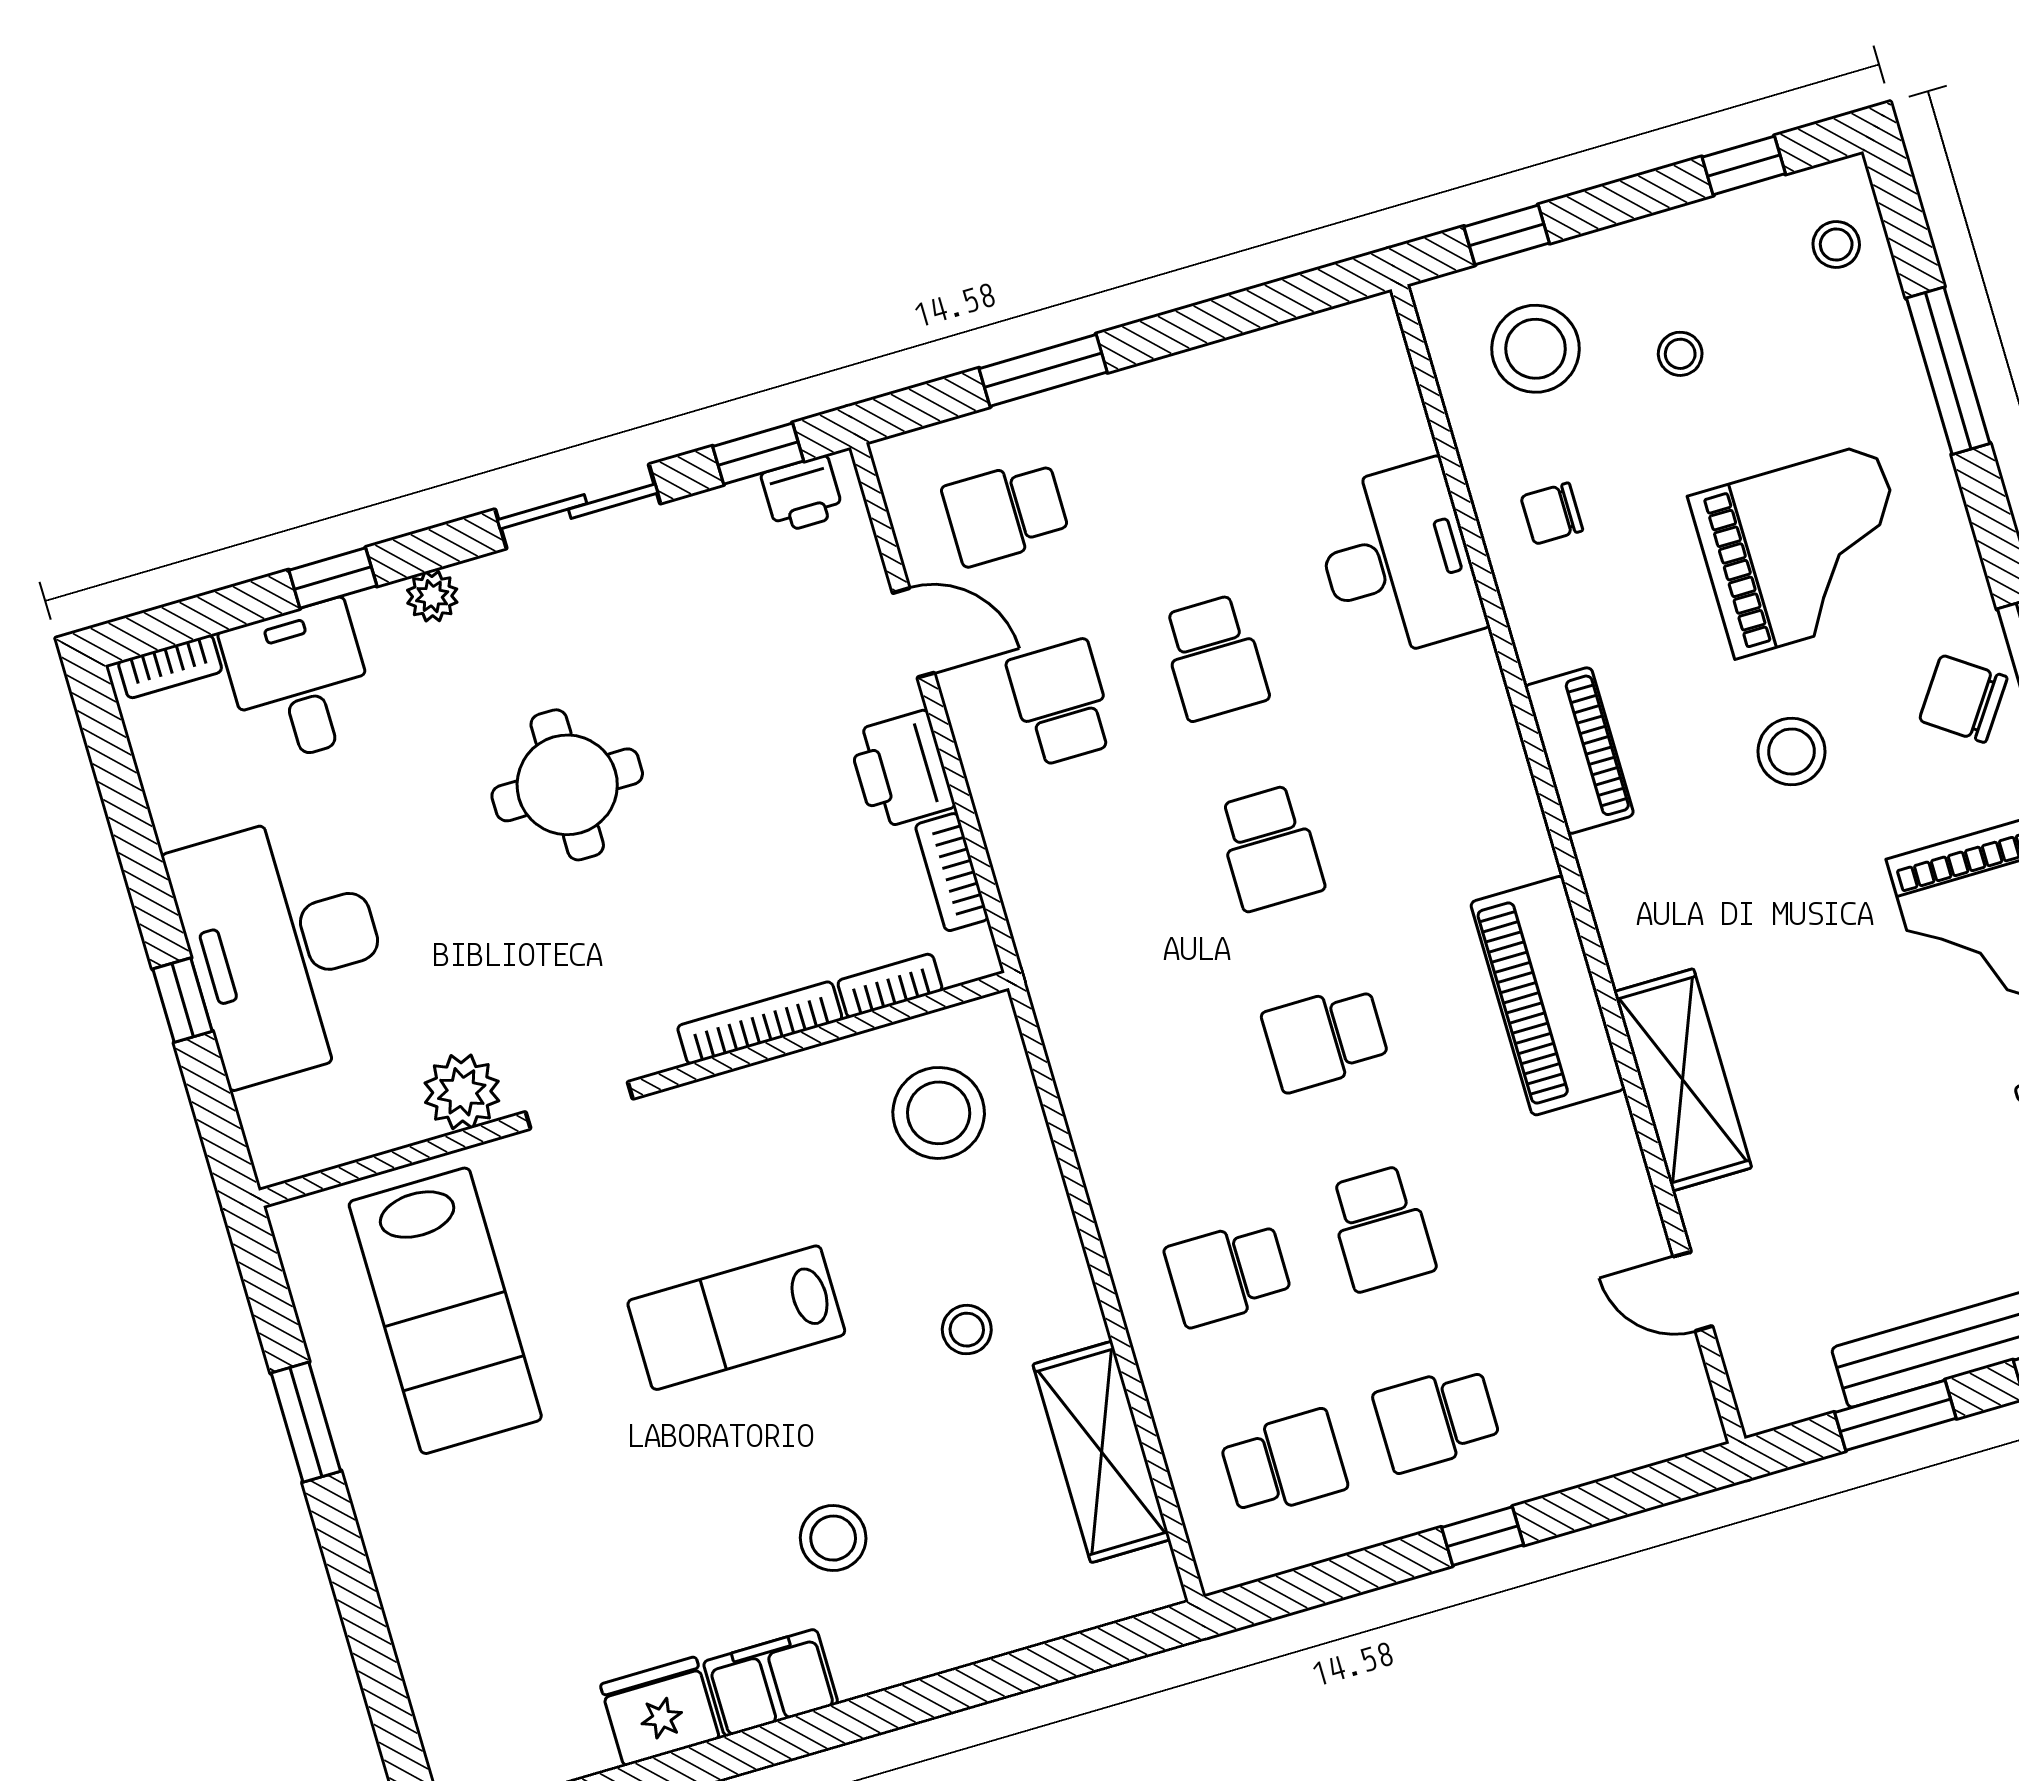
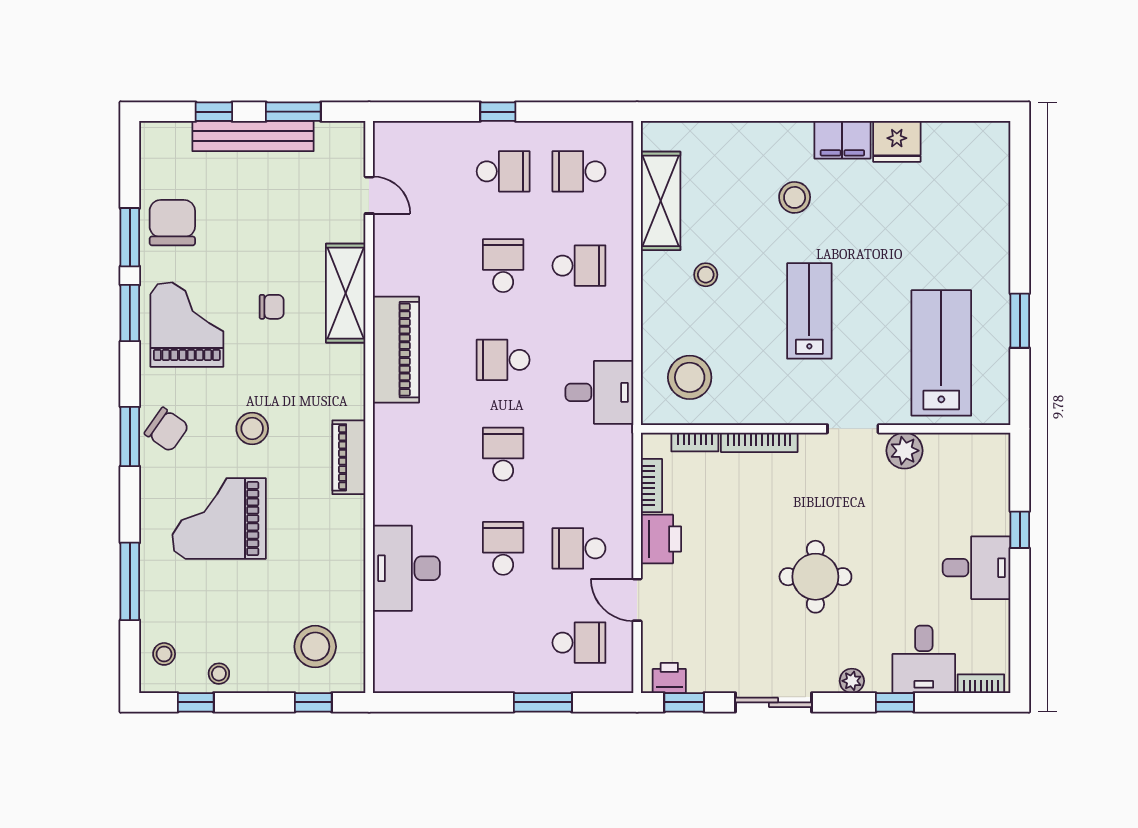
stool: (1680, 354) -> (219, 674), moved
chair: (1552, 514) -> (272, 307), moved
school desk: (1061, 702) -> (579, 548), turned 90
desk: (284, 947) -> (977, 568), width x0.53, depth x0.77
desk: (1112, 1029) -> (599, 392), added
school desk: (1325, 1038) -> (503, 360), turned 180
lab bench: (736, 1318) -> (809, 311), turned -90

